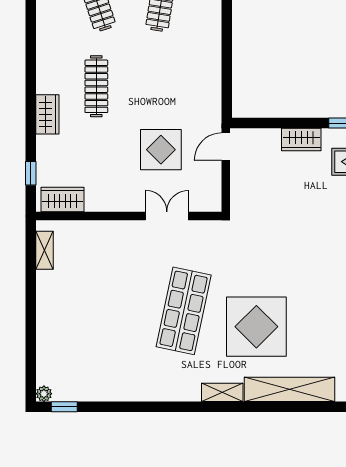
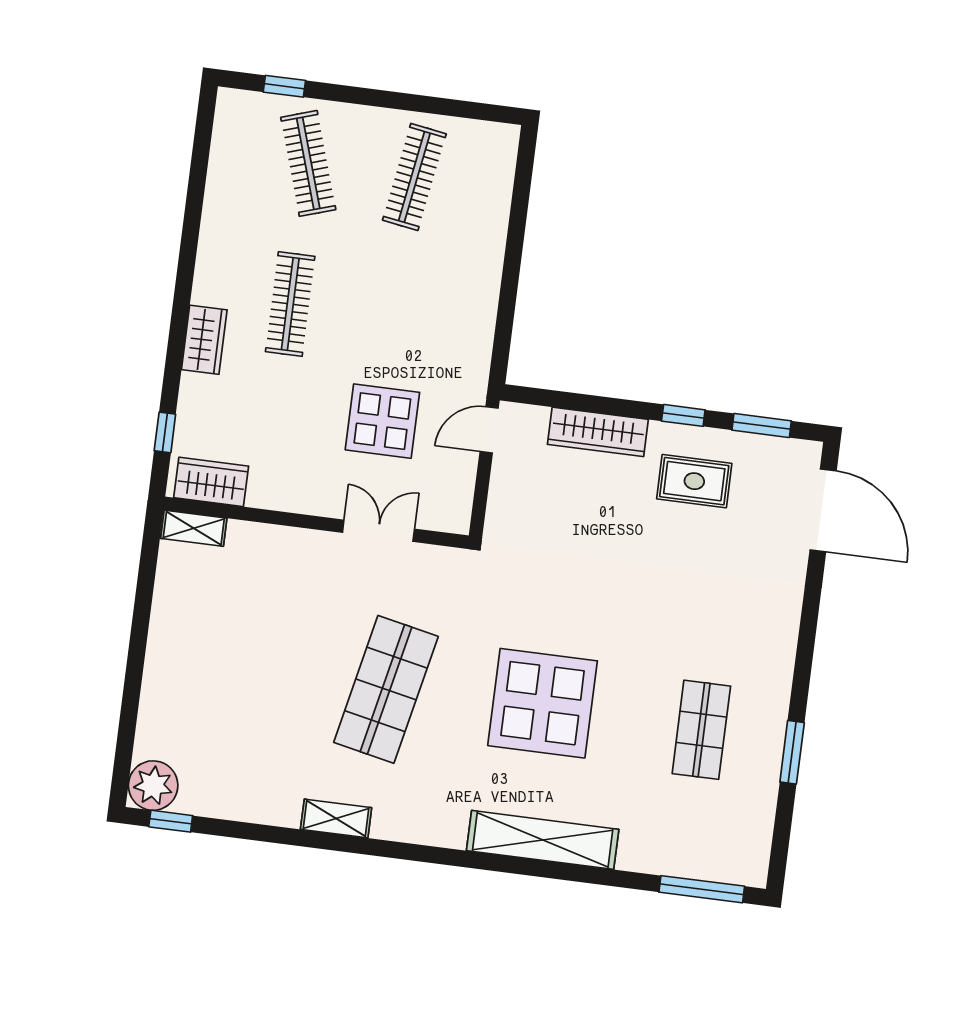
wardrobe: (301, 140) -> (598, 432), width x1.50
shelving: (45, 250) -> (194, 528), moved, turned 90
display table: (256, 327) -> (543, 703), moved
shelving: (222, 392) -> (336, 819), moved
plant: (44, 394) -> (153, 786), width x1.87, depth x1.87

